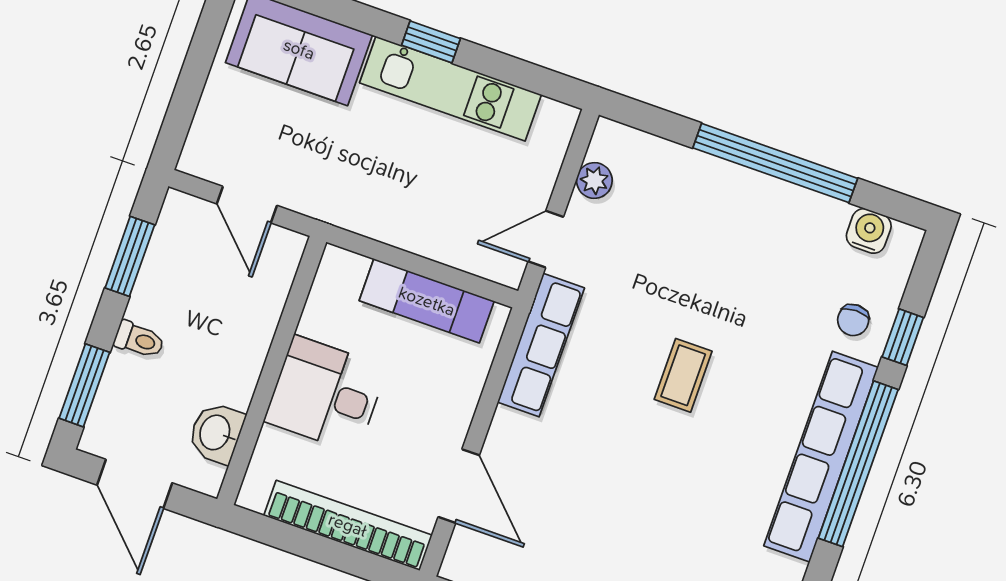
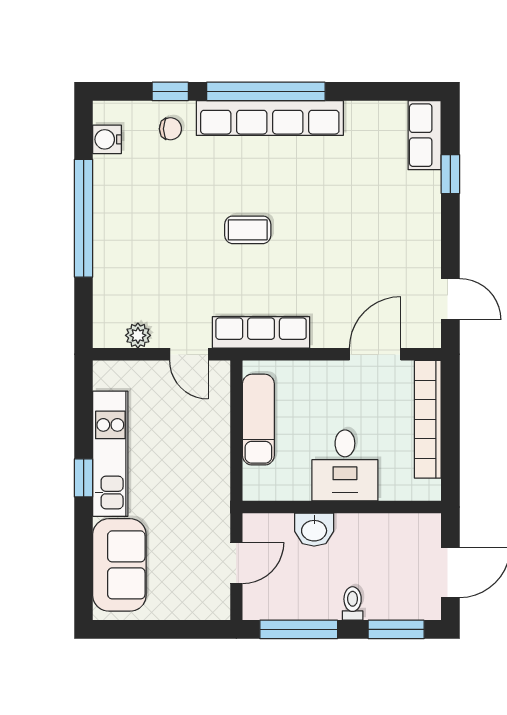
window: (130, 256) -> (299, 629), width x1.44
washbasin: (216, 433) -> (314, 530), moved

